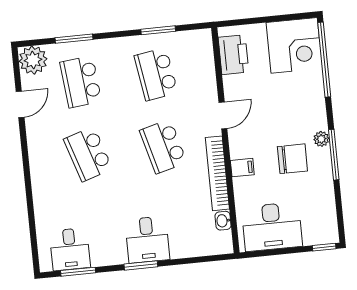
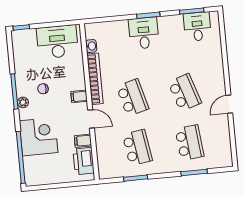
corner desk: (294, 45) -> (39, 137), moved, turned 90
plant: (33, 60) -> (222, 158), removed
filing cabinet: (235, 84) -> (83, 141), added
door: (20, 104) -> (229, 104), moved
door: (223, 115) -> (91, 119), swing flipped
chair: (292, 159) -> (43, 89), width x0.54, depth x0.54
filing cabinet: (242, 168) -> (79, 96), moved

